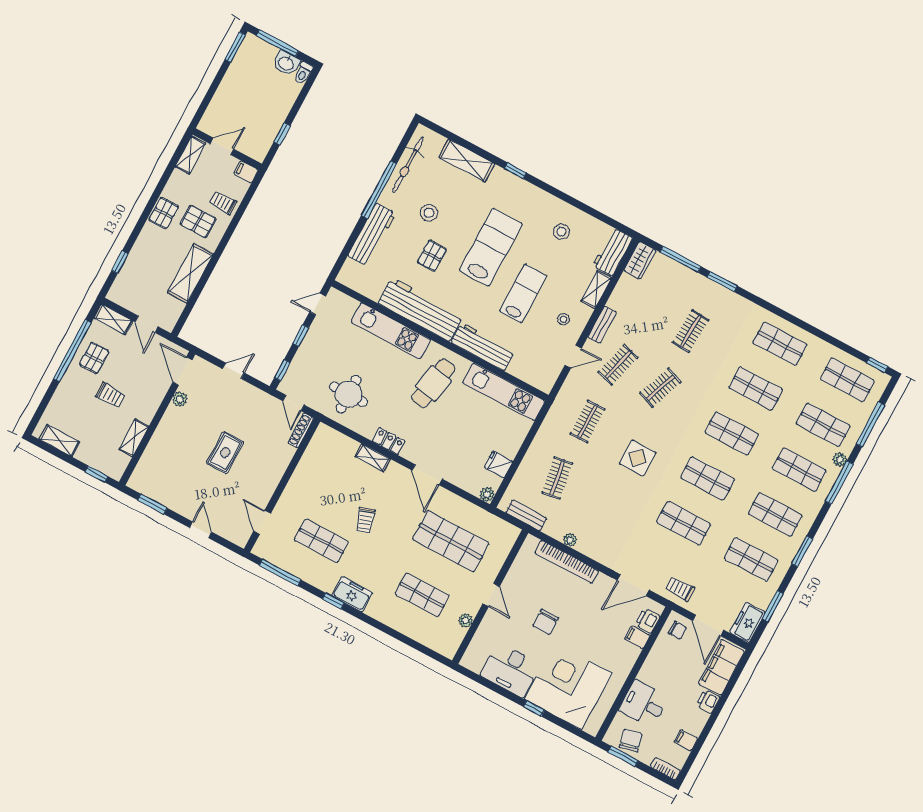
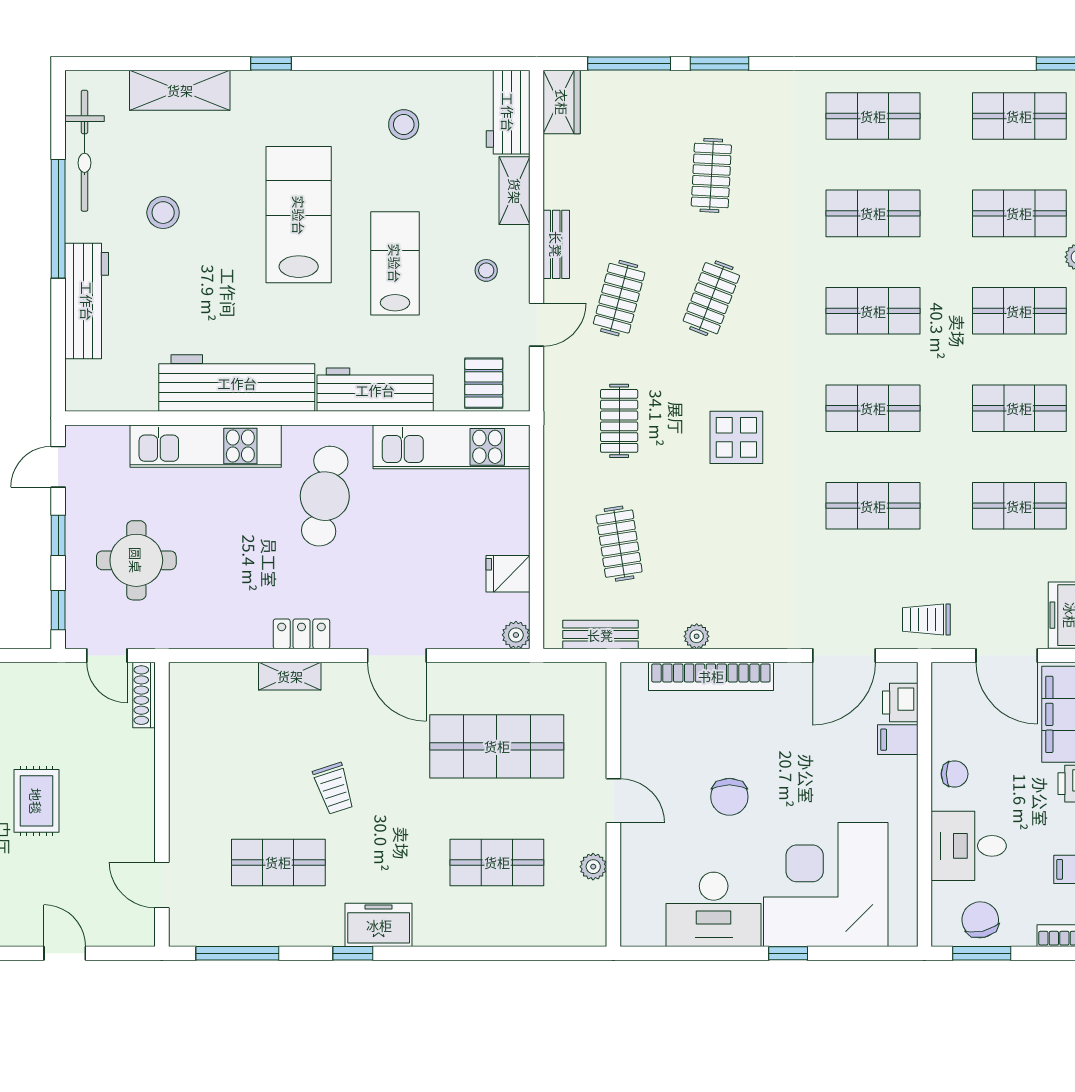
pallet: (432, 256) -> (484, 383), moved
round table: (349, 394) -> (136, 560), moved
chair: (677, 630) -> (955, 774), moved

